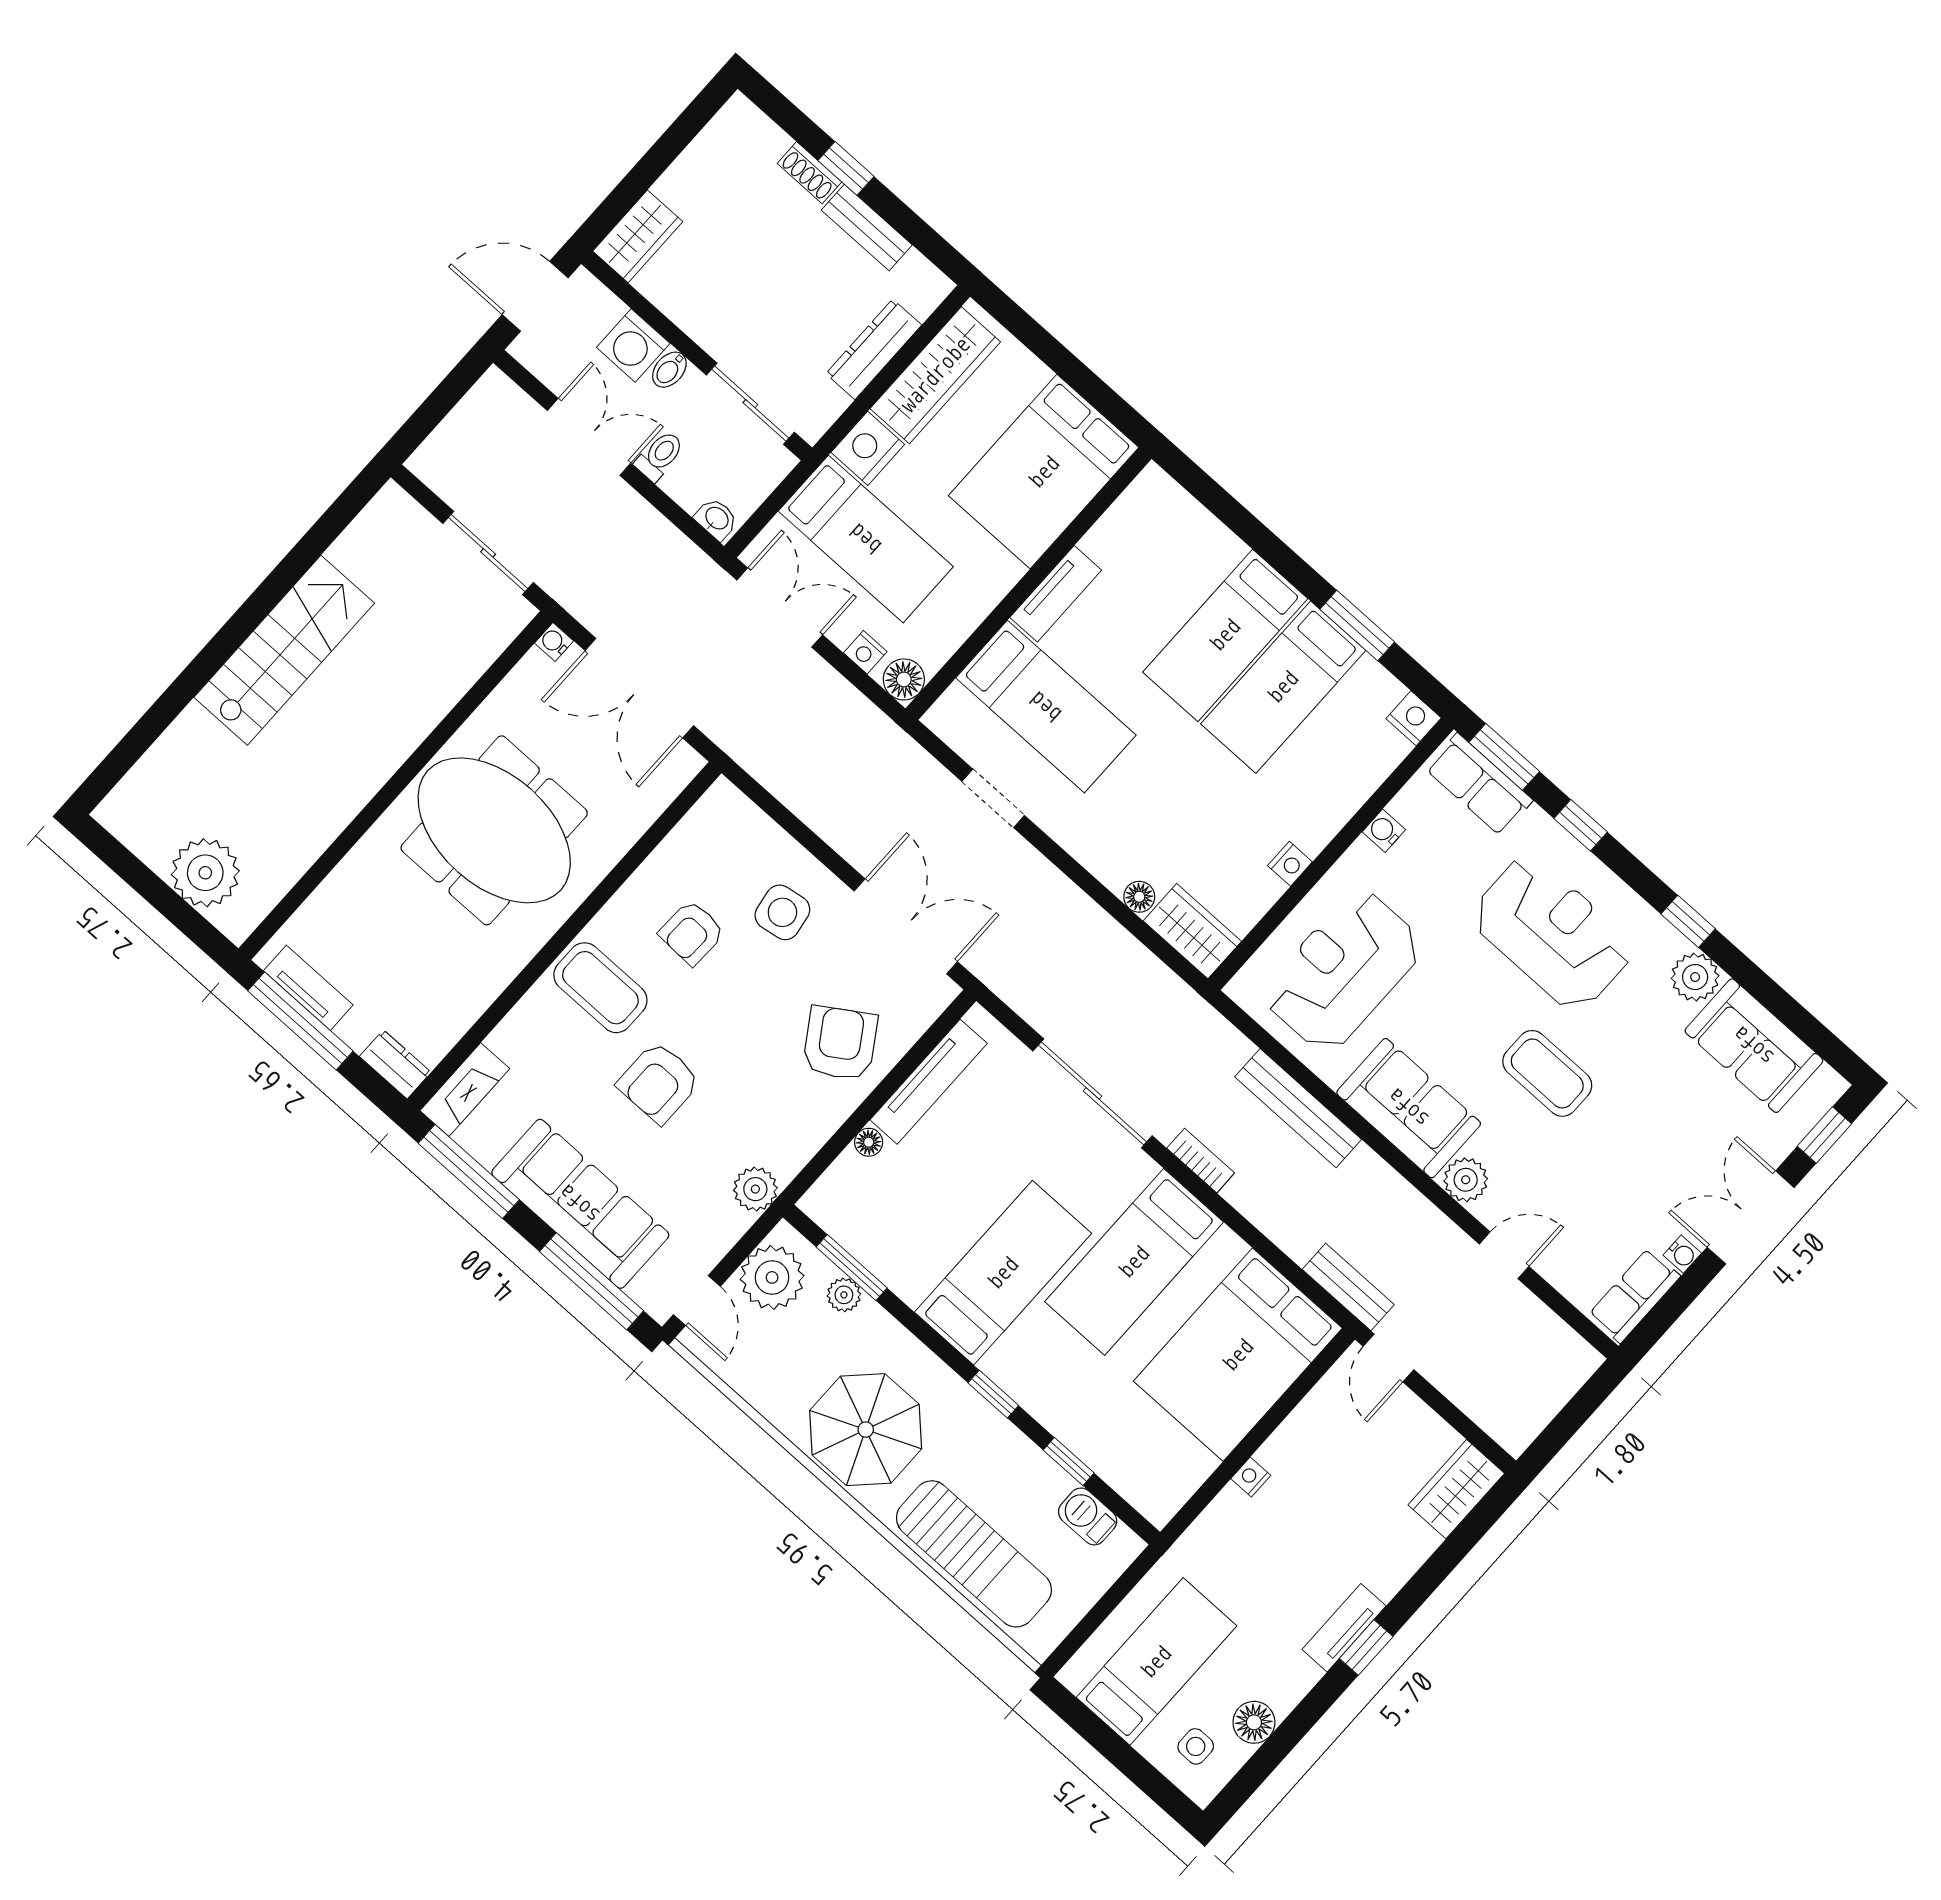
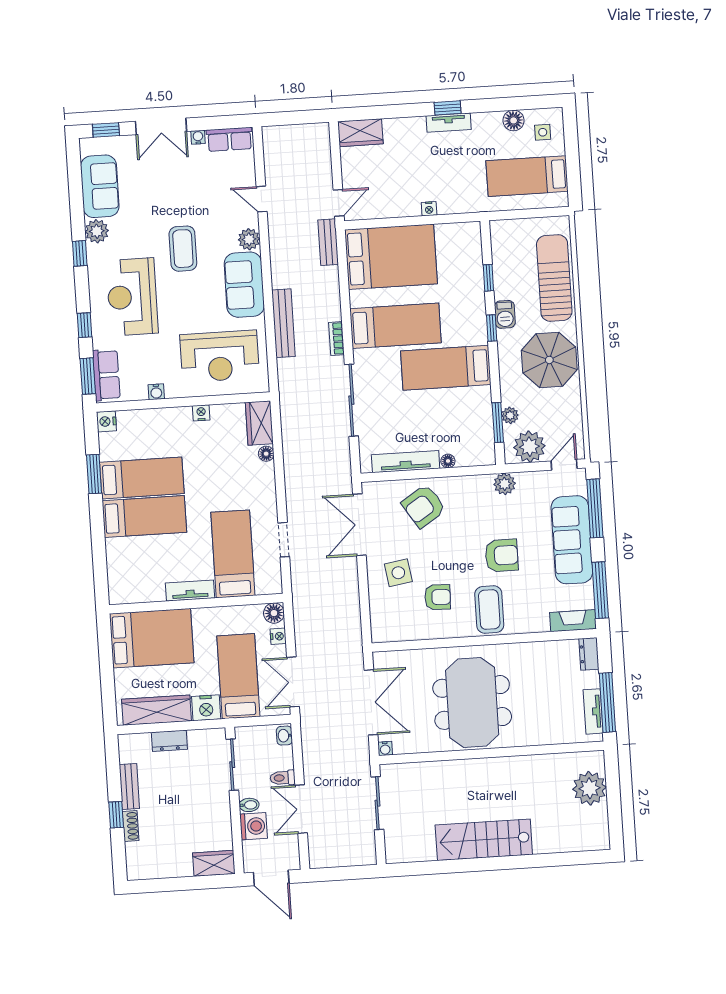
dresser: (874, 349) -> (169, 741), width x0.70
barbecue: (1088, 1516) -> (505, 314), moved

